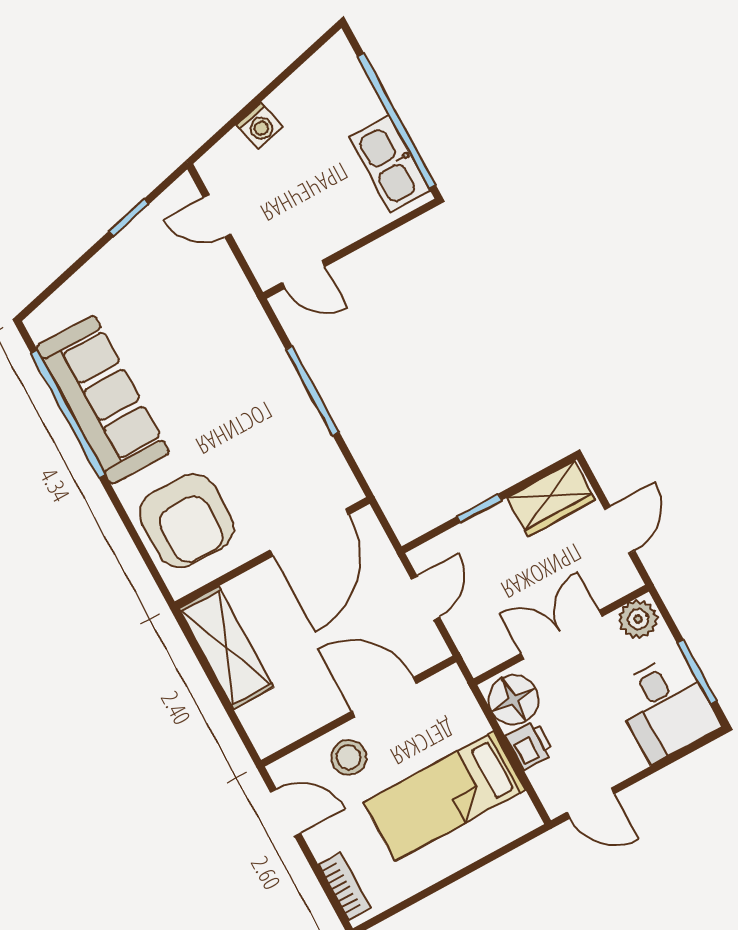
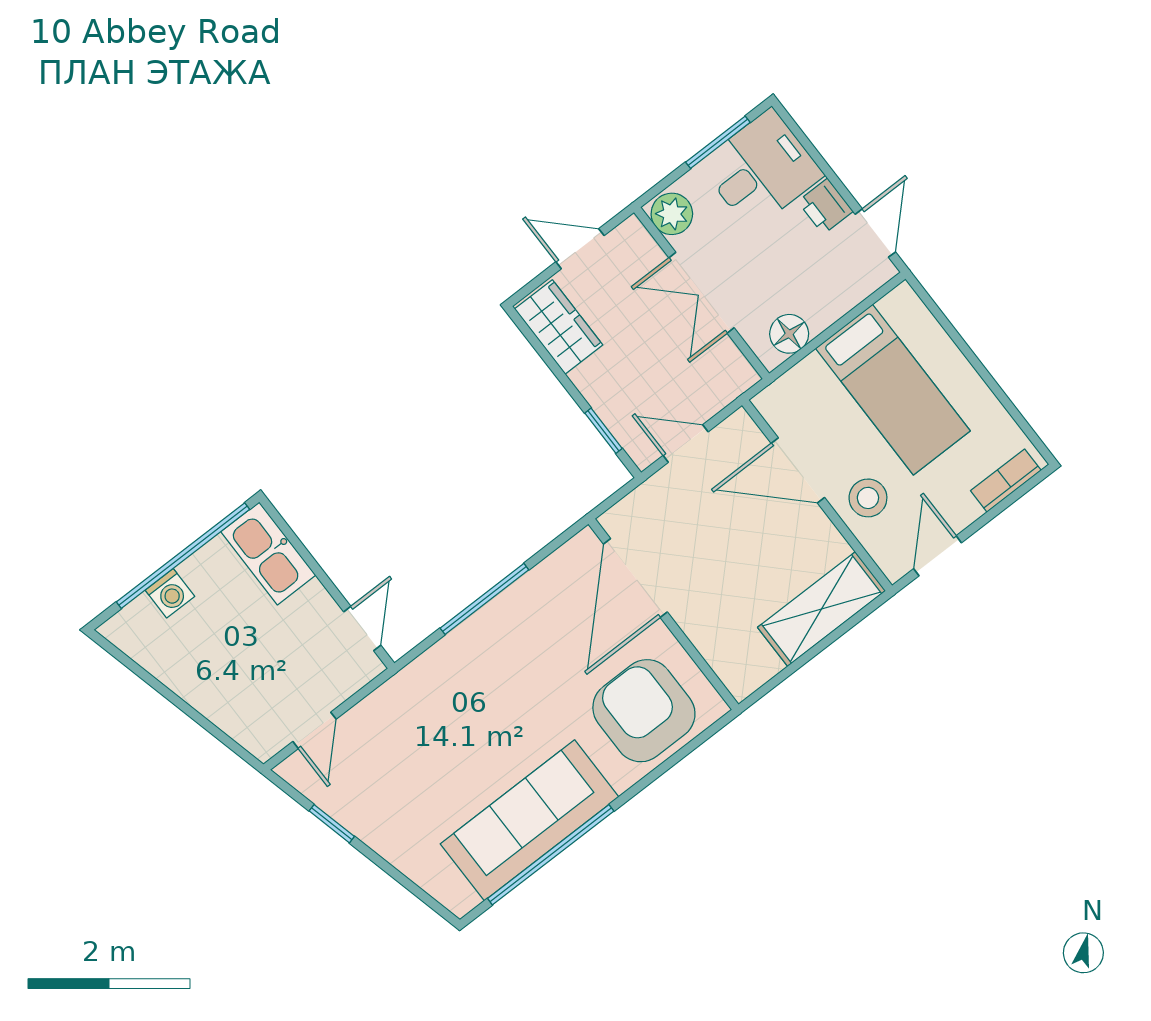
washing machine: (259, 126) -> (170, 593), moved, turned 104
kitchen sink: (390, 164) -> (268, 553), moved, turned 90
window: (479, 508) -> (603, 431), moved
armchair: (187, 521) -> (644, 711), turned -90
door: (310, 532) -> (635, 578), swing flipped
shelving: (226, 648) -> (822, 609), moved
door: (384, 697) -> (798, 470), hinge flipped
floor lamp: (514, 700) -> (789, 334), width x0.73, depth x0.73
printer: (530, 745) -> (825, 206), moved, turned -90

